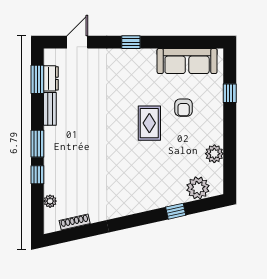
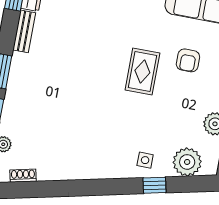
side table: (164, 193) -> (145, 160), added
shoe rack: (75, 222) -> (23, 176), width x0.70

